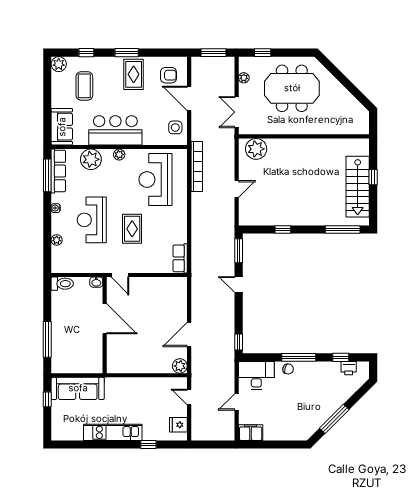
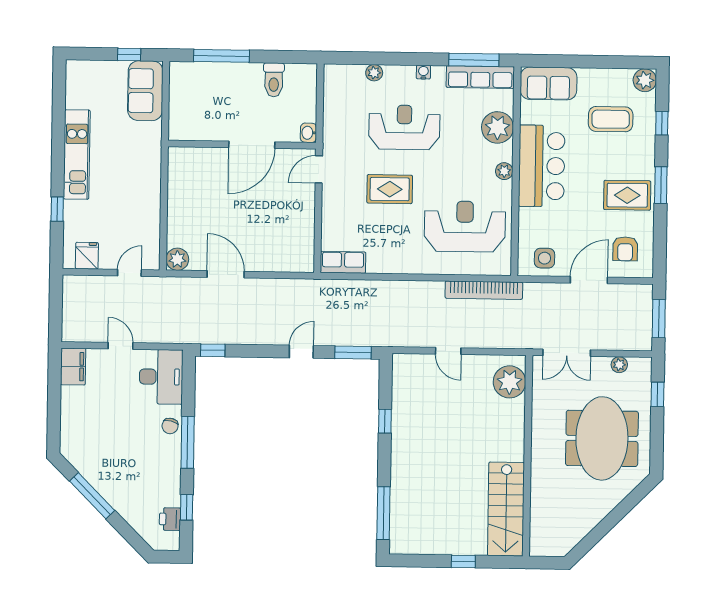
double door: (237, 112) -> (567, 353), swing flipped
stairs: (358, 187) -> (506, 509), moved, turned -90
toilet: (62, 284) -> (274, 80), moved
sofa: (78, 388) -> (145, 91), width x0.73

